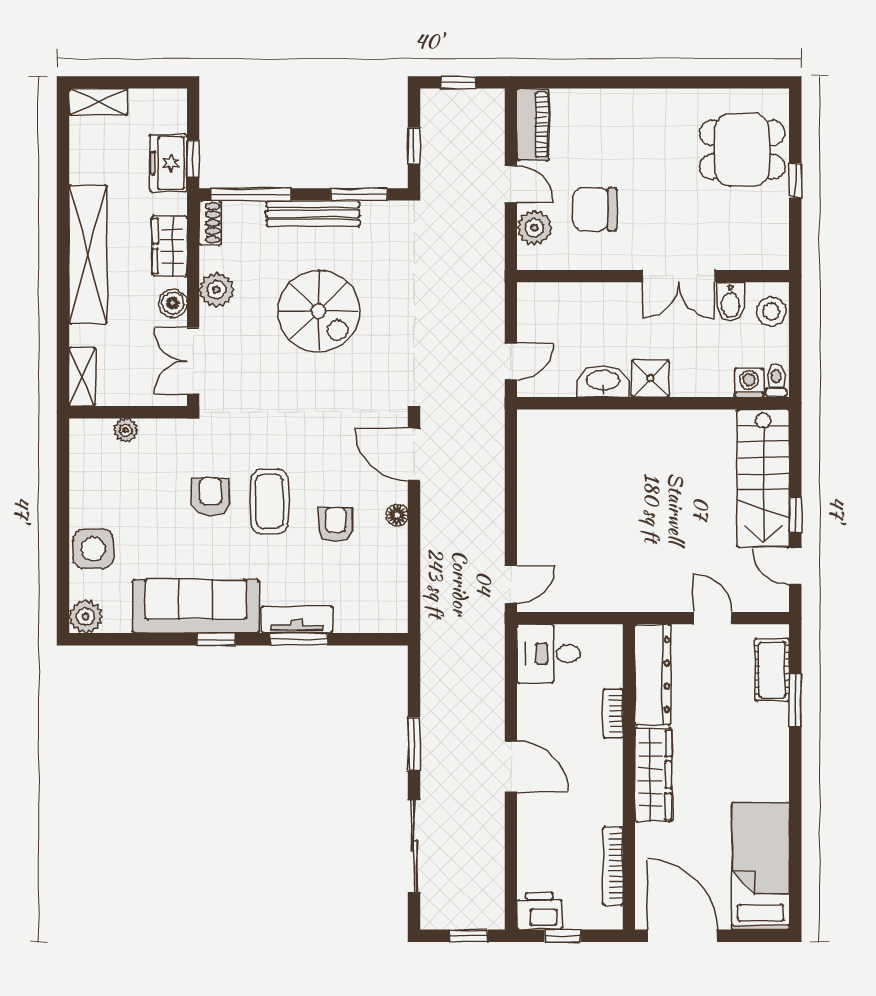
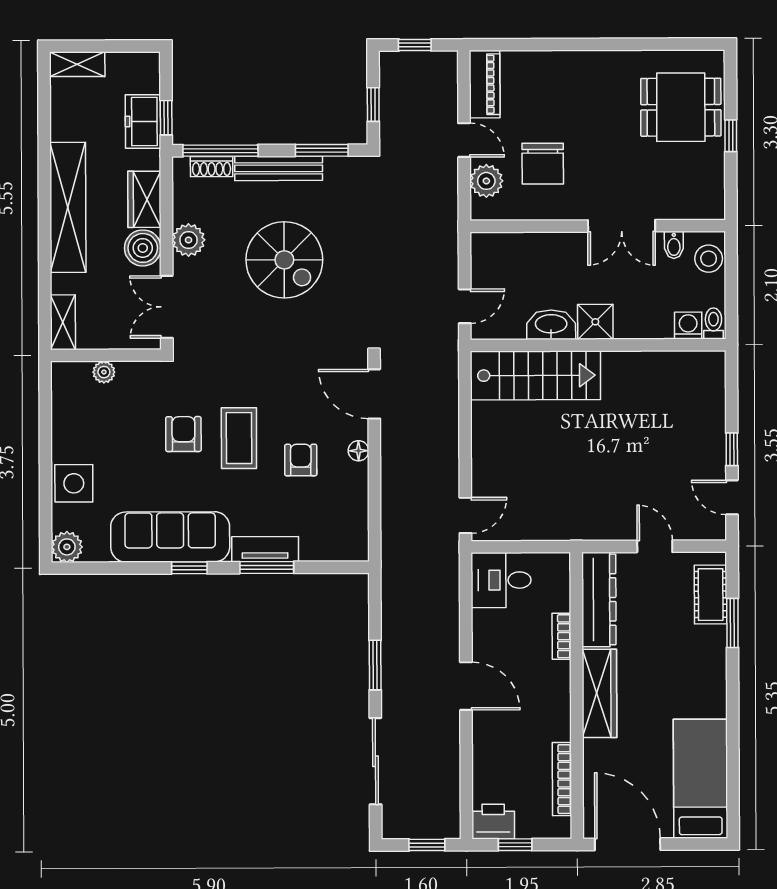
chair: (595, 209) -> (543, 164), turned -90
shoe rack: (210, 223) -> (212, 167), moved, turned 90
bidet: (730, 302) -> (674, 245), width x0.72, depth x0.74
boiler: (173, 303) -> (143, 248), width x1.36, depth x1.36
stairs: (763, 478) -> (536, 375), moved, turned -90

